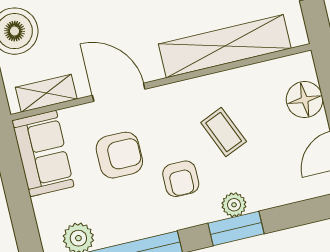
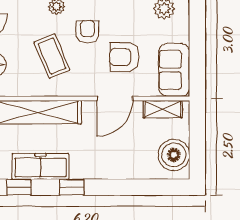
door: (119, 92) -> (115, 98), hinge flipped
coffee table: (224, 132) -> (52, 56), width x1.36, depth x1.30

